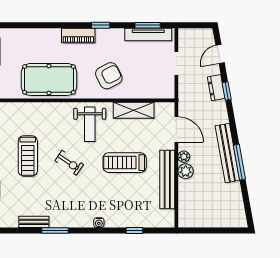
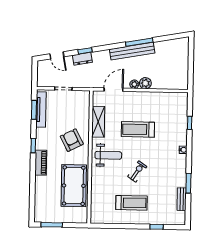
treadmill: (125, 163) -> (138, 129), turned 90
bench: (167, 179) -> (151, 97), removed

